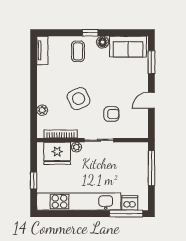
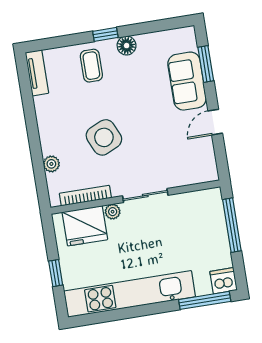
sofa: (128, 47) -> (187, 81), moved, turned 90
armchair: (111, 114) -> (158, 153), removed
dishwasher: (130, 203) -> (223, 281), moved

